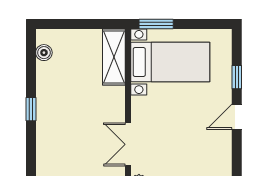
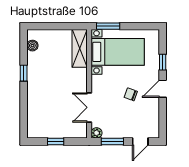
window: (31, 109) -> (24, 73), moved
chair: (190, 125) -> (131, 94), added

